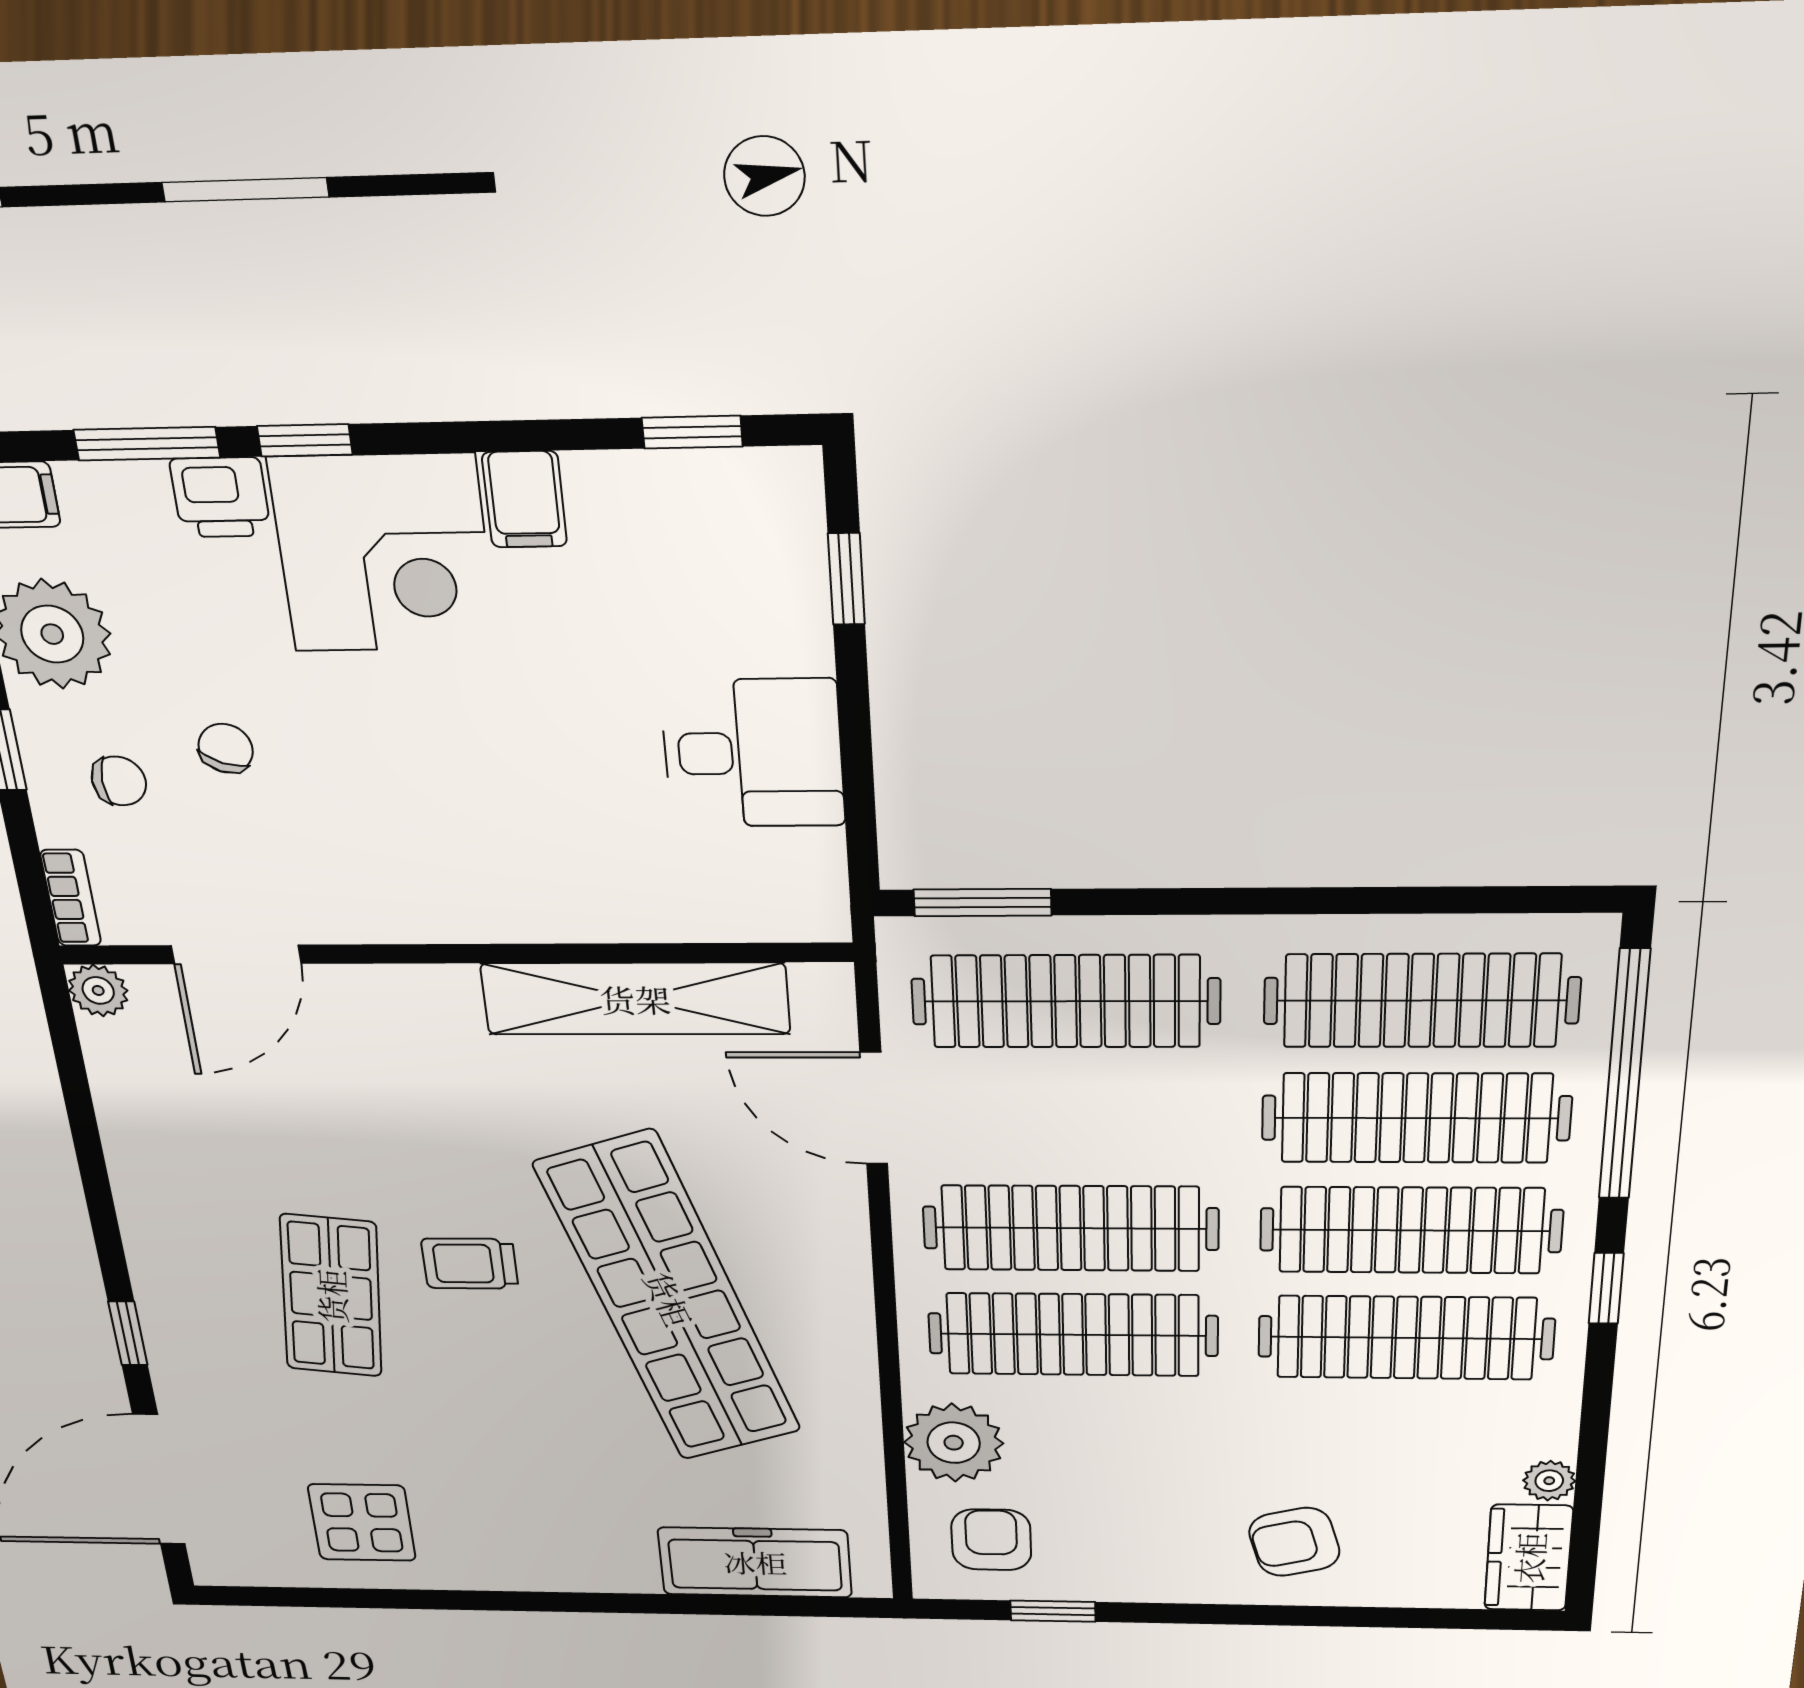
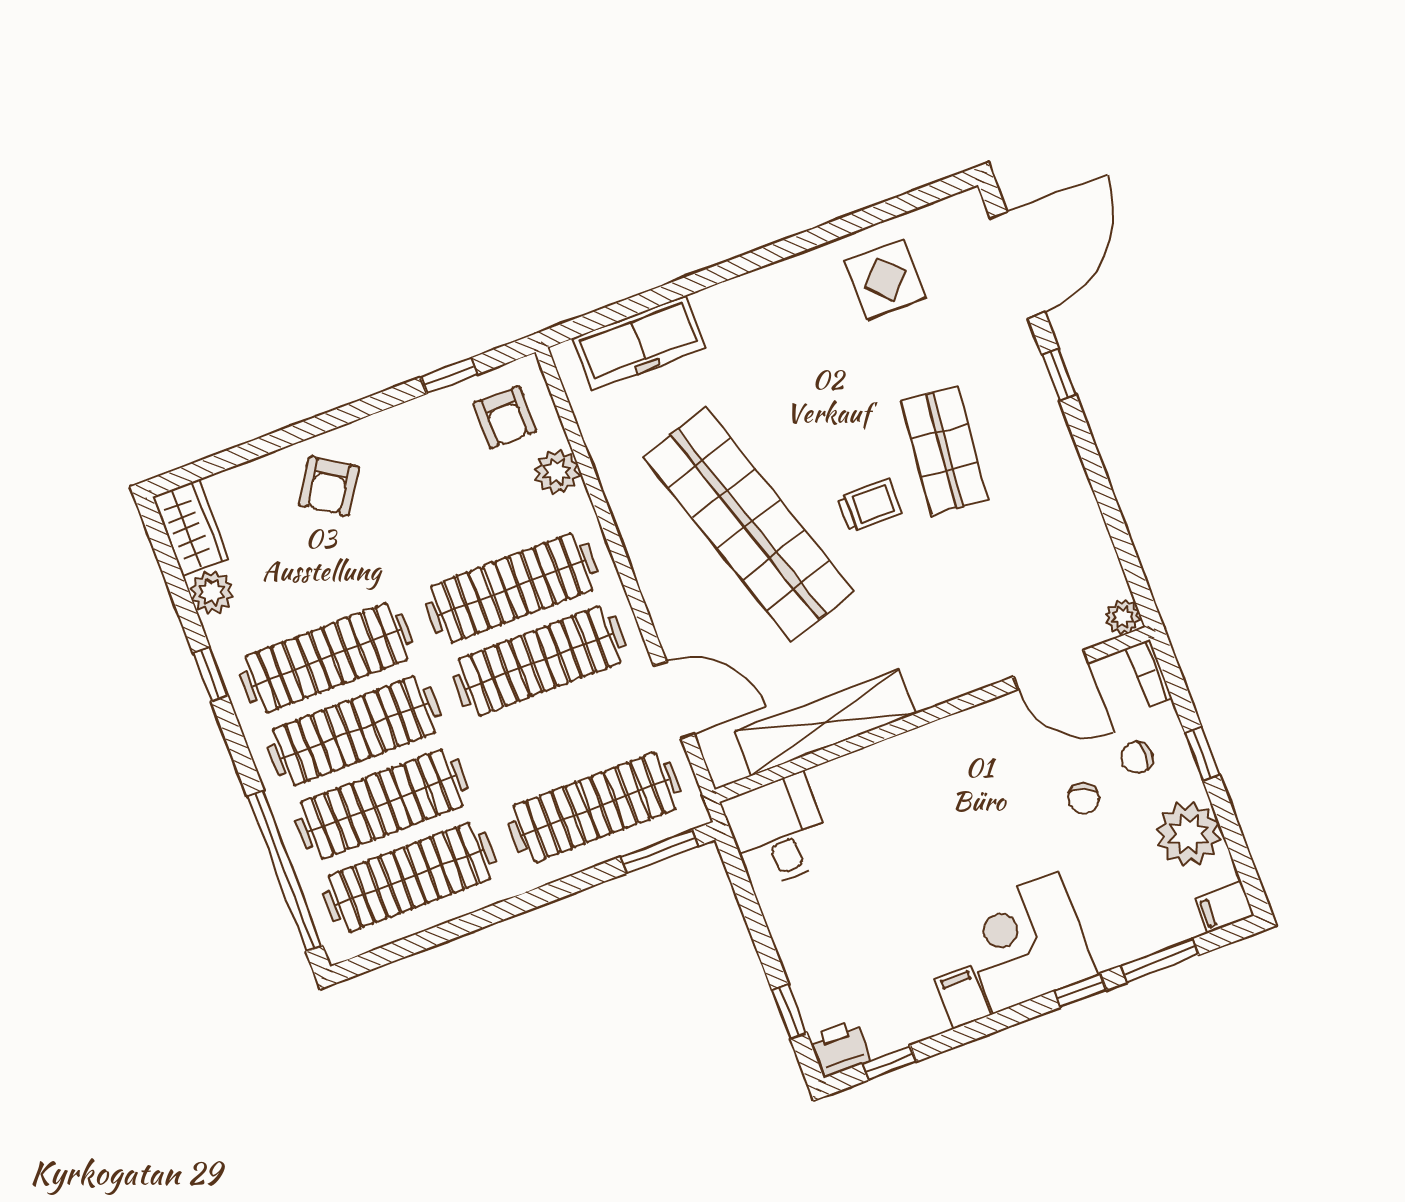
printer: (220, 497) -> (840, 1048), moved
desk: (753, 753) -> (778, 831), moved, turned 90
door: (236, 954) -> (1051, 670), swing flipped
window: (1606, 1288) -> (211, 675), moved
plant: (954, 1443) -> (557, 472), width x0.73, depth x0.73
plant: (1549, 1481) -> (212, 592), width x1.38, depth x1.38
armchair: (1294, 1542) -> (329, 486), turned 138

